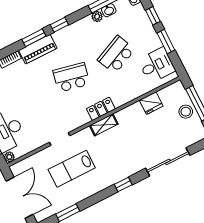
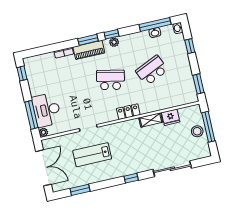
plant: (97, 16) -> (114, 42), moved
window: (166, 42) -> (198, 84), moved
desk: (157, 65) -> (183, 87), removed
shelving: (104, 125) -> (151, 120), moved

